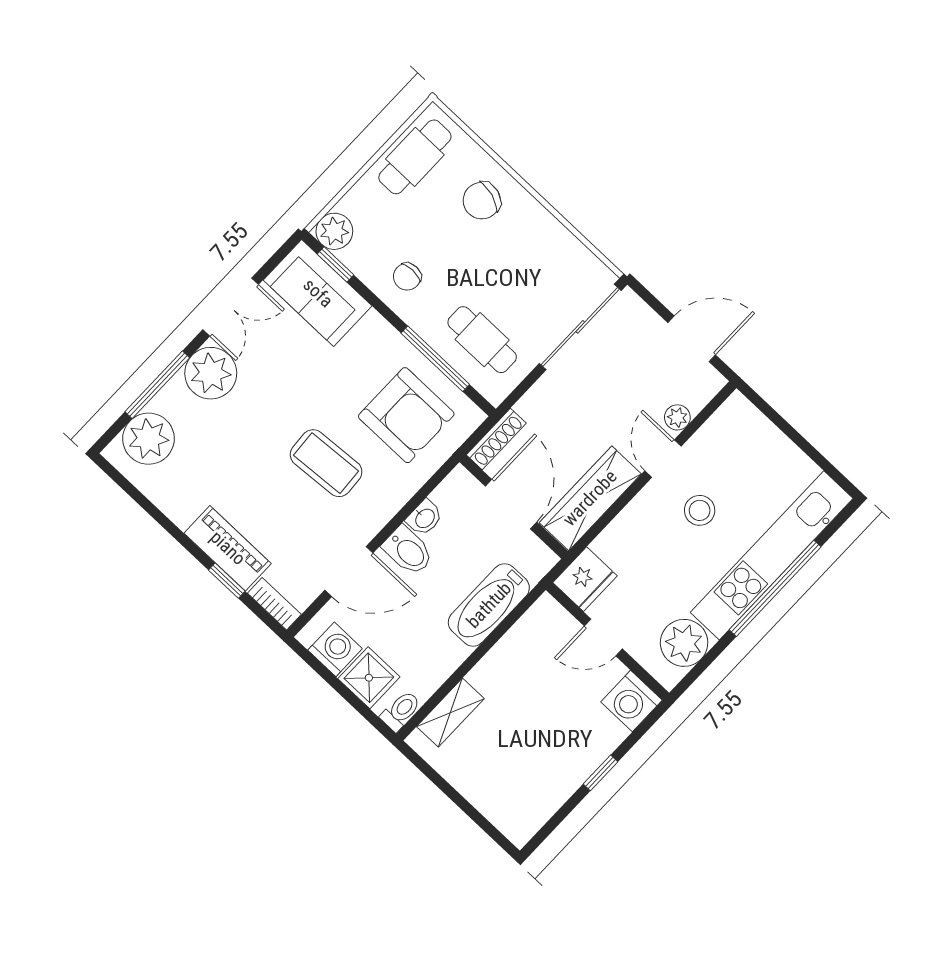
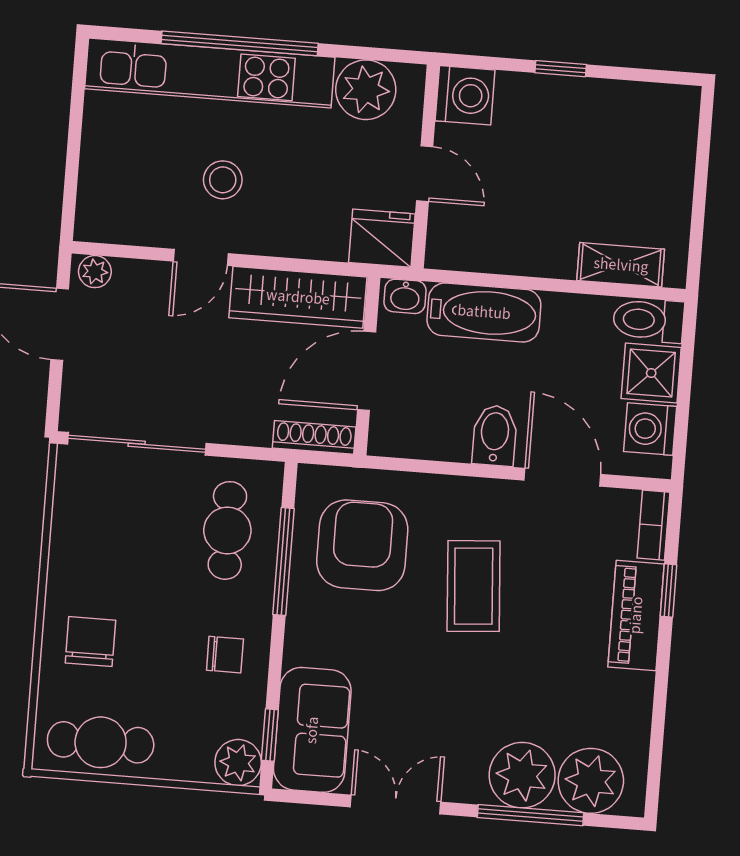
chair: (482, 201) -> (90, 642), turned -107
plant: (211, 373) -> (522, 775), moved
plant: (677, 417) -> (95, 272), moved
washbasin: (424, 518) -> (405, 296), moved, turned 180
toilet: (401, 711) -> (648, 320), width x1.37, depth x1.39

